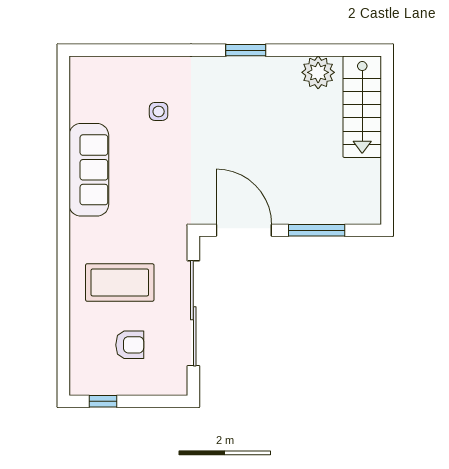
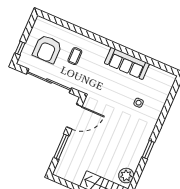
coffee table: (120, 282) -> (75, 56), width x0.54, depth x0.58
armchair: (130, 345) -> (47, 49), width x1.88, depth x1.88
window: (103, 401) -> (20, 48), moved

